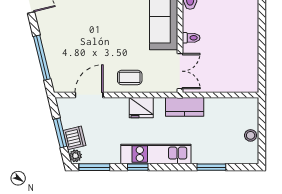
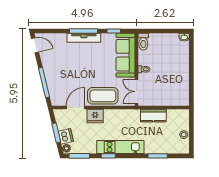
double door: (180, 71) -> (136, 92), swing flipped
coffee table: (130, 77) -> (103, 96), width x1.86, depth x1.72
kitchen counter: (185, 107) -> (153, 115), moved
fridge: (141, 108) -> (95, 116), moved

